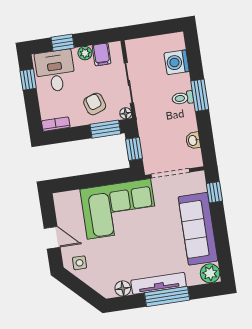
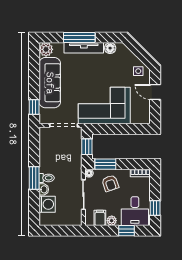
washbasin: (193, 140) -> (44, 189), moved

